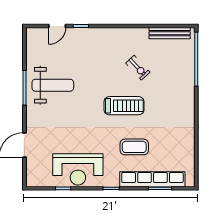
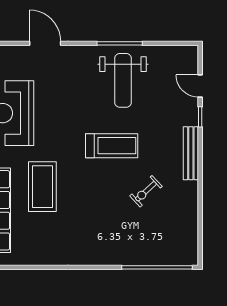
bench: (170, 33) -> (191, 153), moved
treadmill: (124, 106) -> (112, 146), moved, turned -90
coffee table: (134, 147) -> (42, 187), width x1.36, depth x1.32

